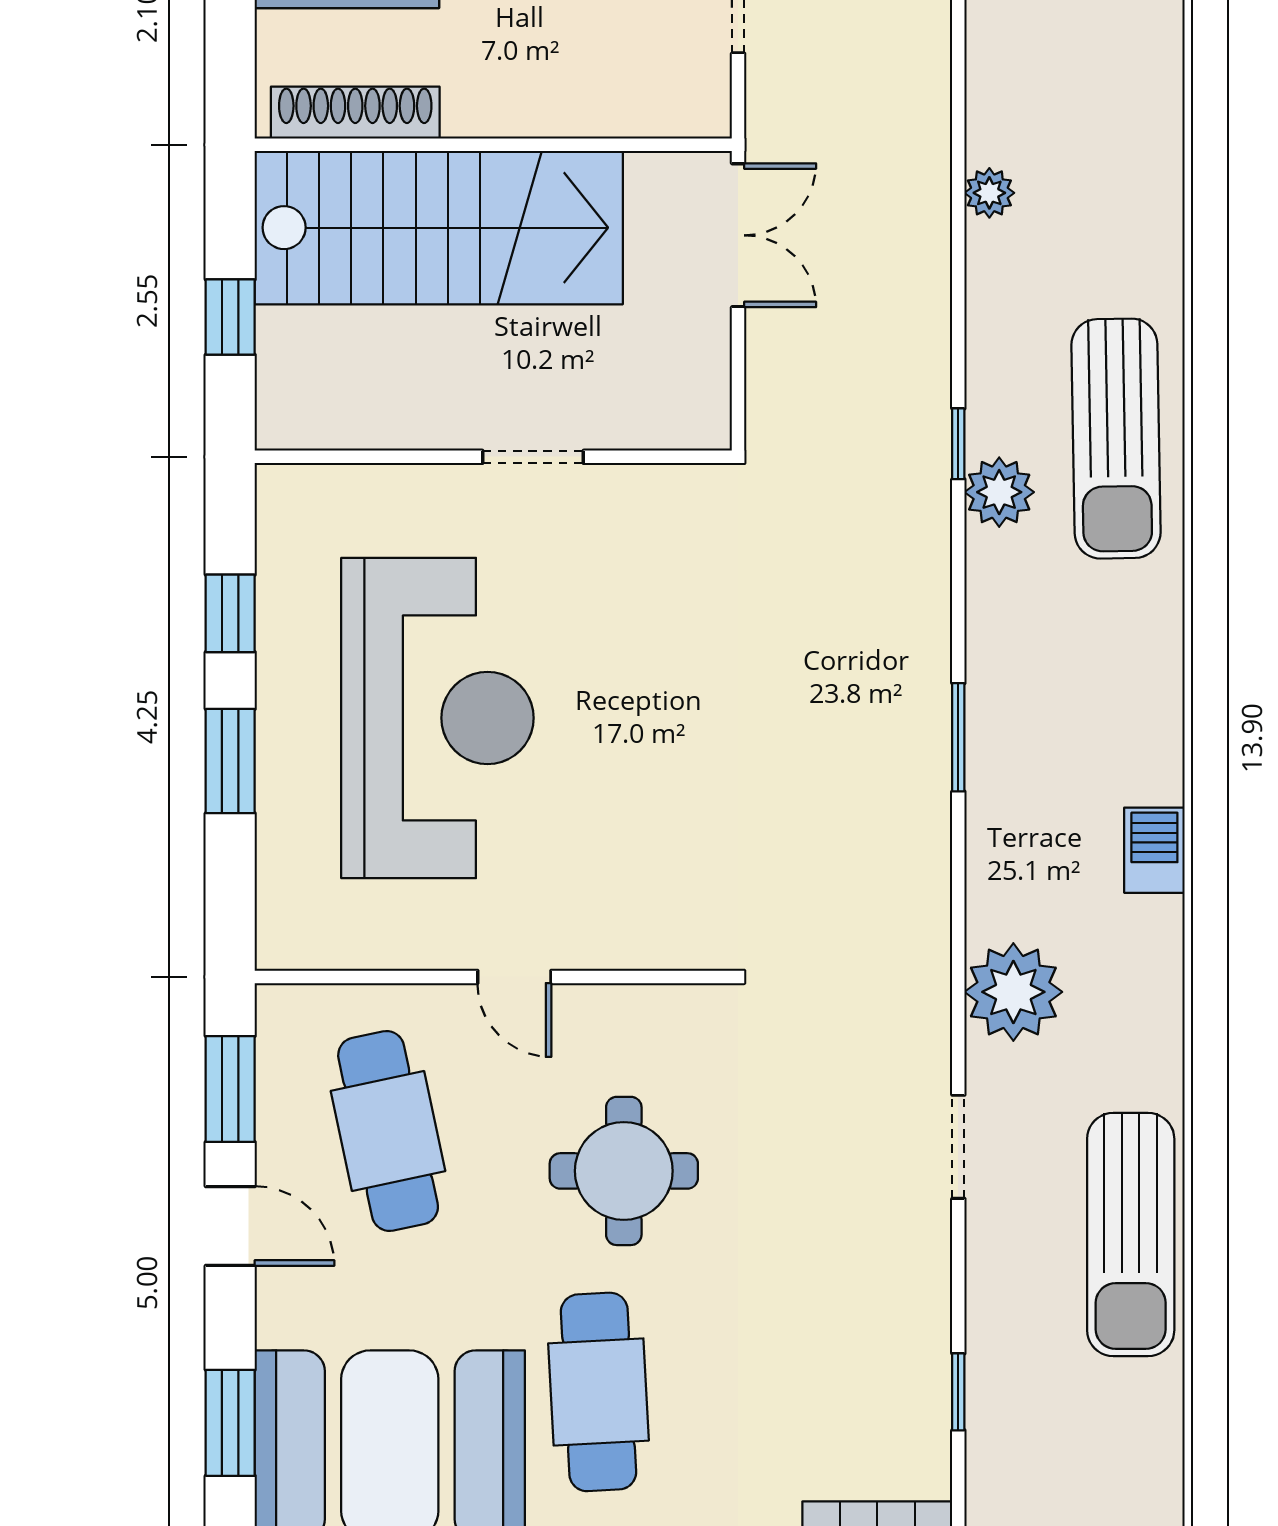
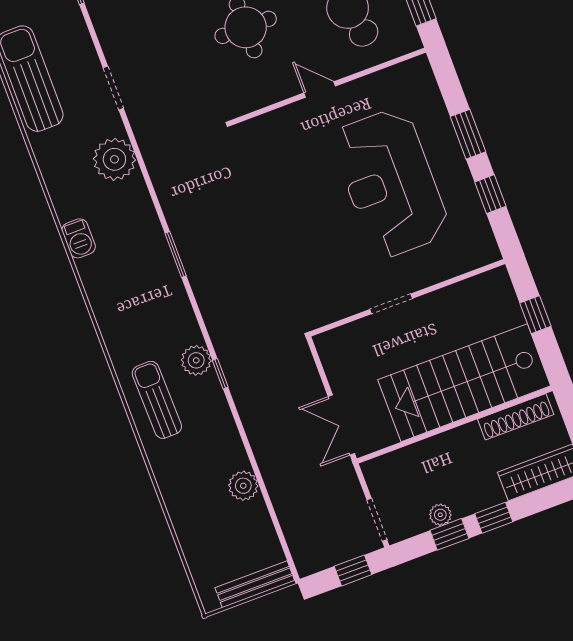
plant: (989, 193) -> (243, 486), width x1.38, depth x1.38
sun lounger: (1116, 439) -> (157, 400), width x0.73, depth x0.75

